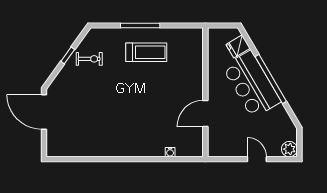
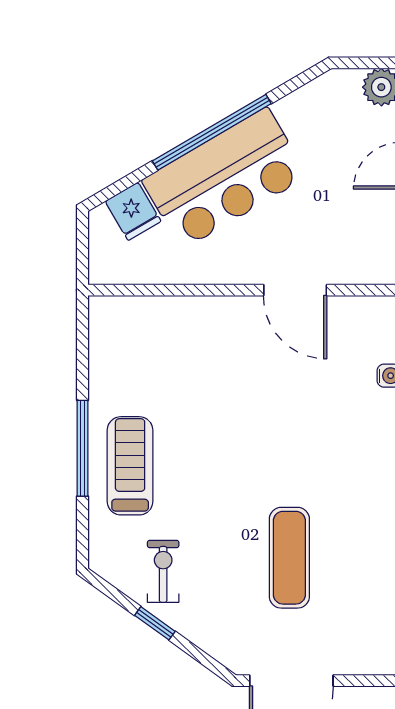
treadmill: (146, 52) -> (130, 466), moved
exercise mat: (95, 111) -> (289, 558), added

